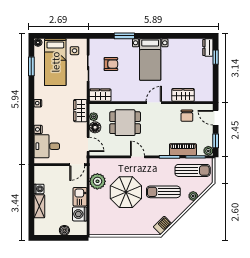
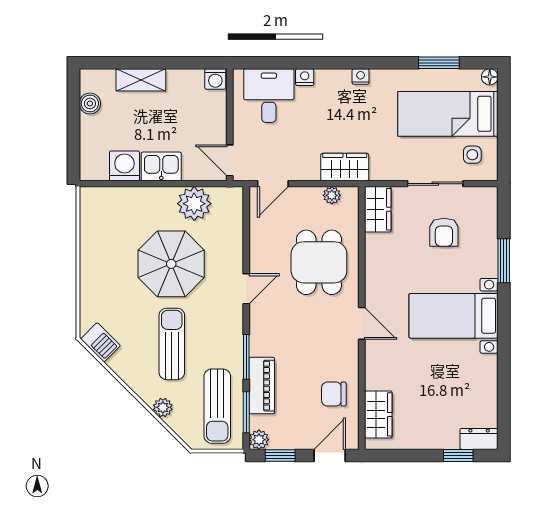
wardrobe: (183, 95) -> (378, 414), moved
floor lamp: (95, 127) -> (309, 198), removed
washing machine: (39, 189) -> (215, 79), moved
boiler: (64, 230) -> (90, 103), moved

